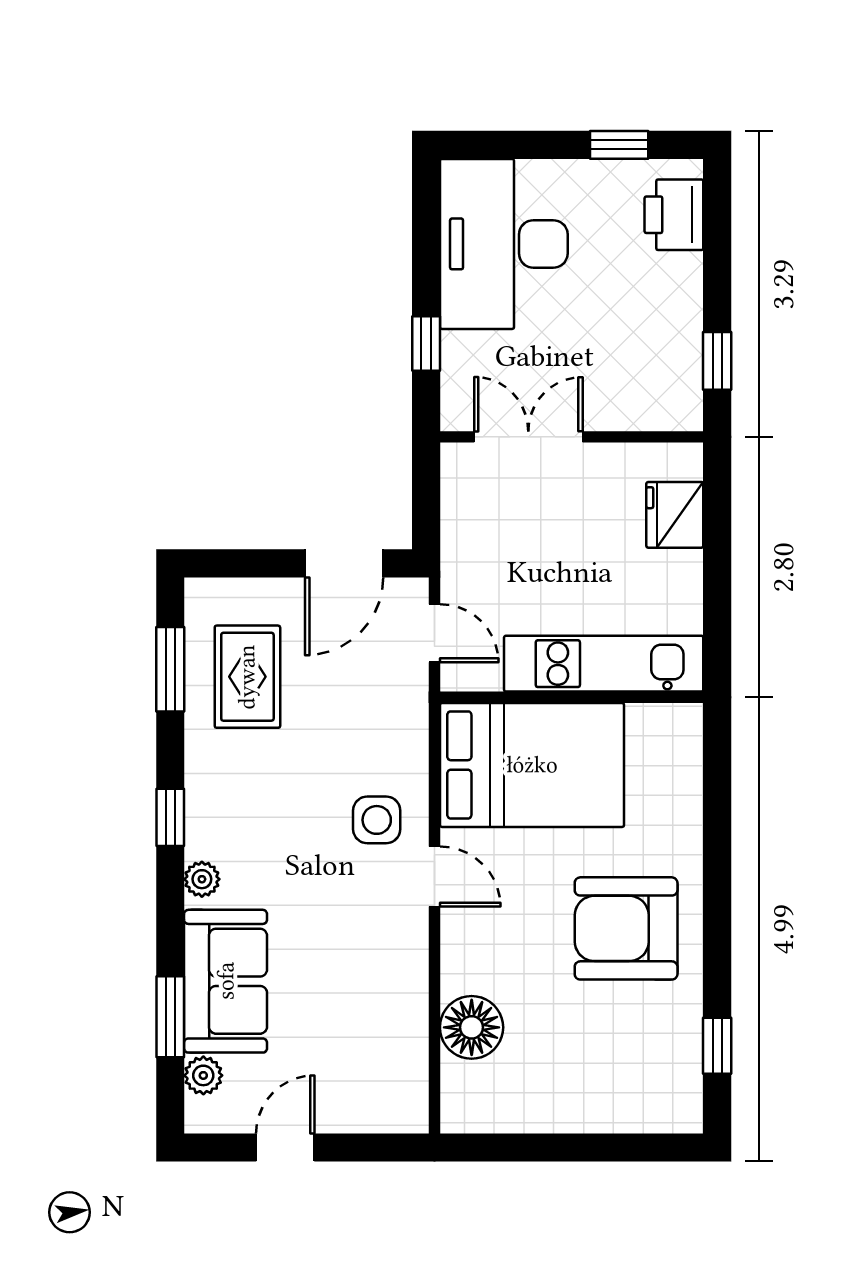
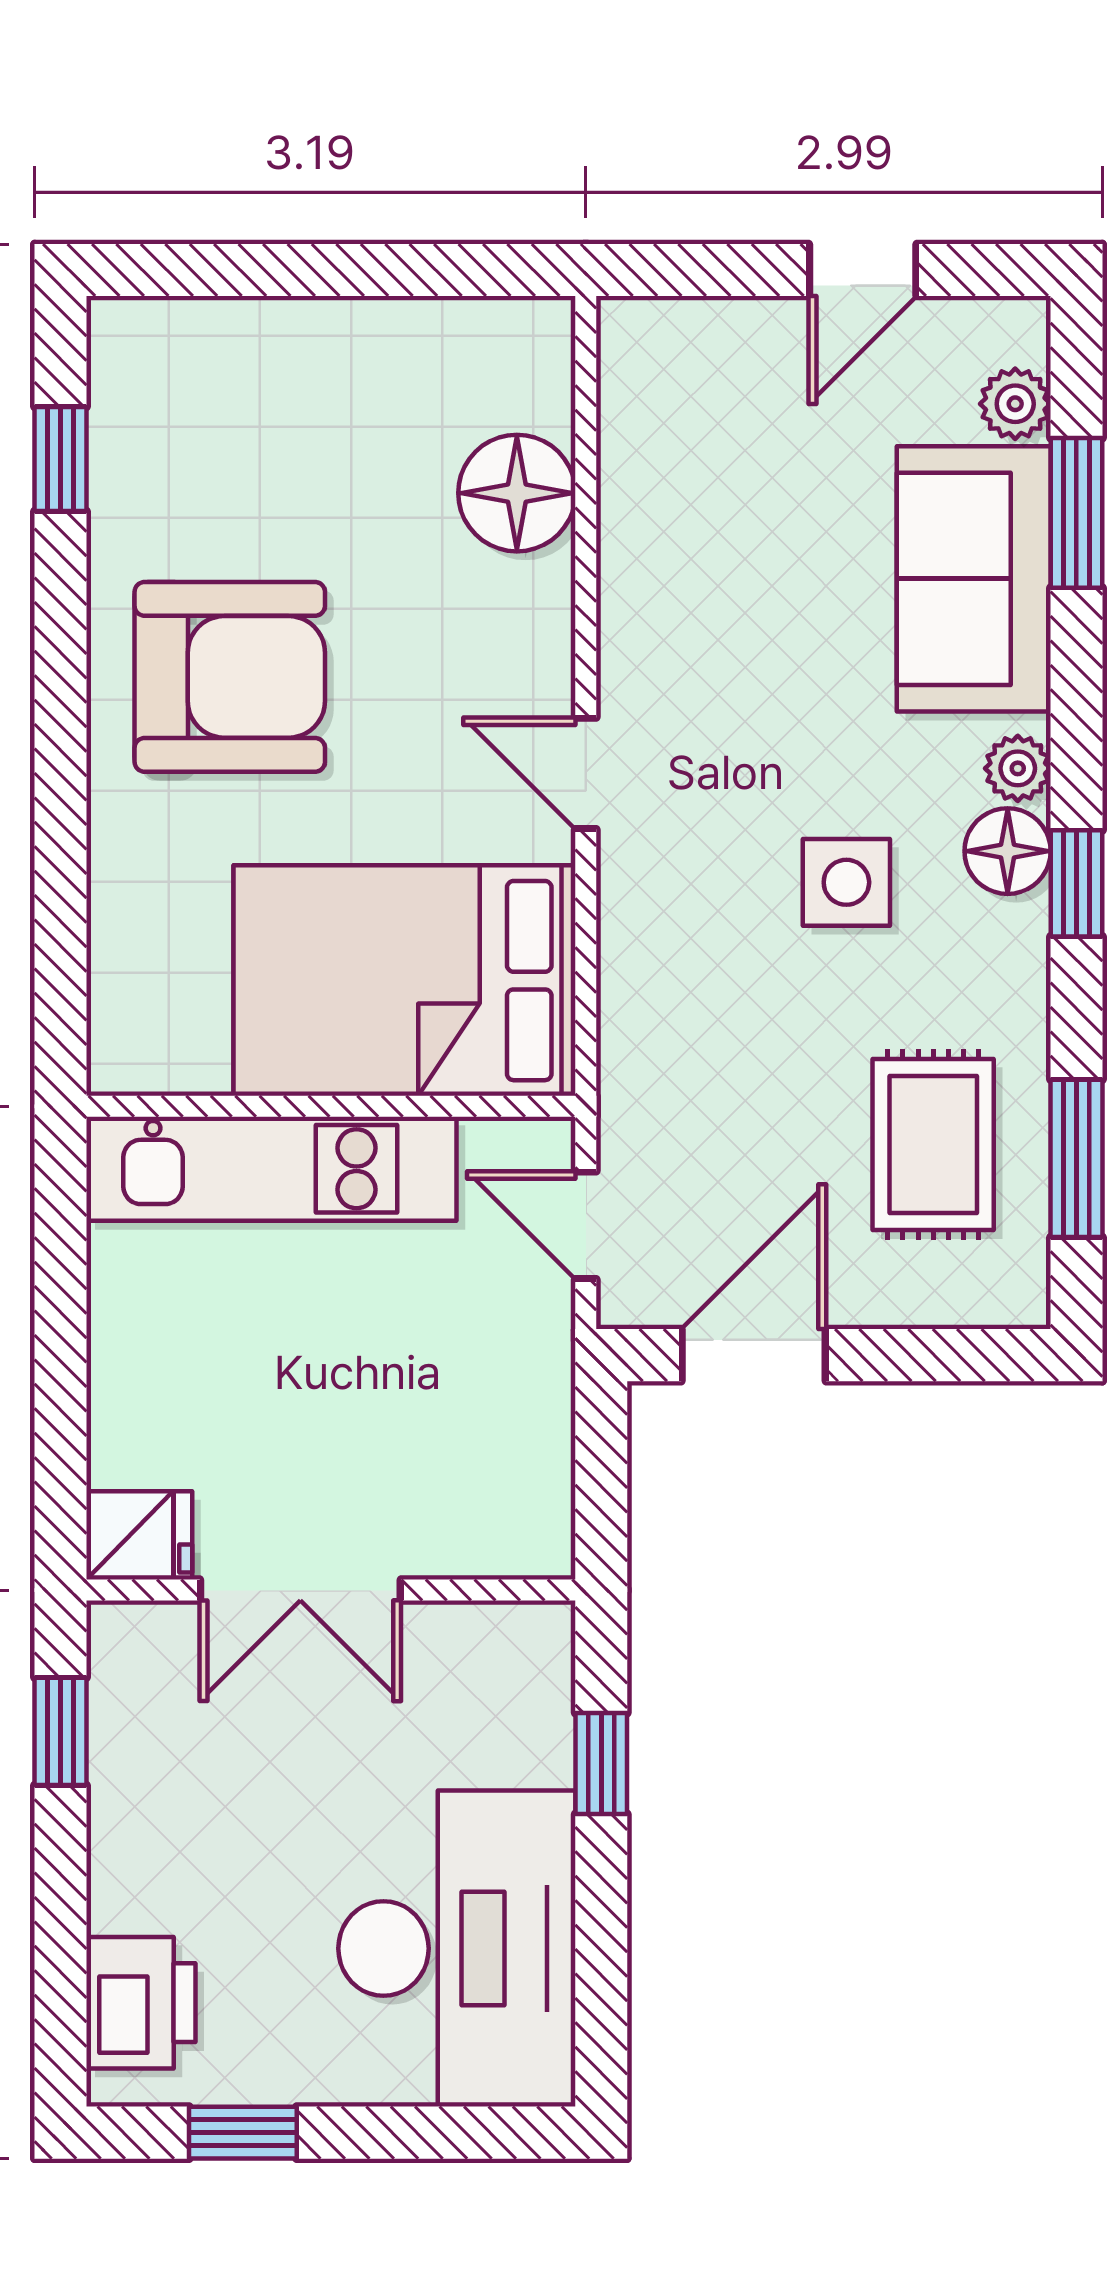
double door: (528, 437) -> (300, 1590), moved
fridge: (675, 515) -> (139, 1535), moved, width x0.72
side table: (377, 820) -> (846, 882), moved
floor lamp: (207, 835) -> (1008, 851), added

